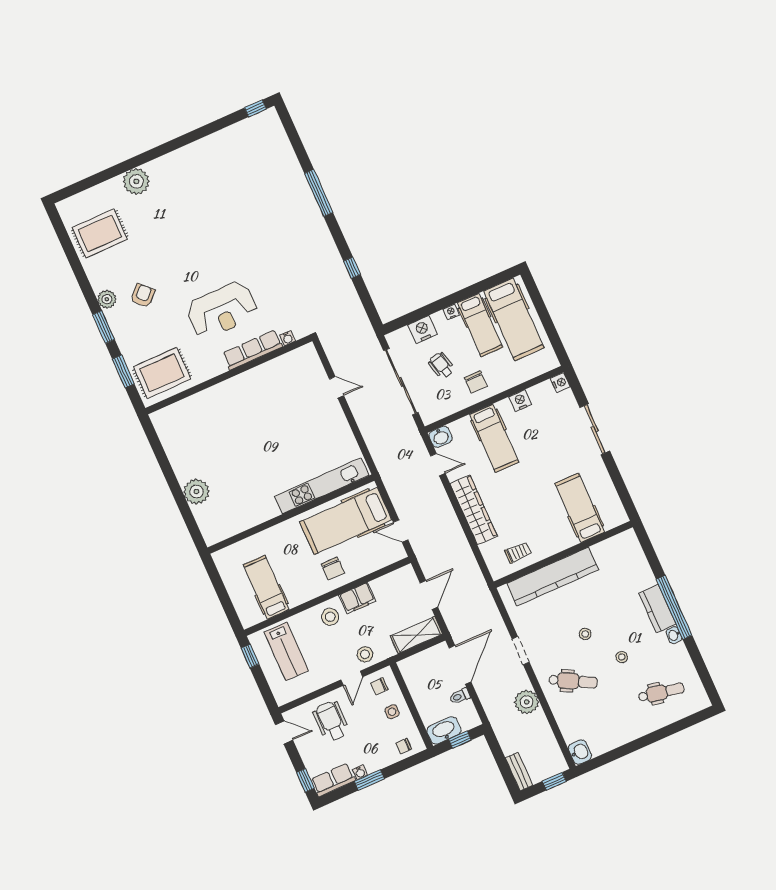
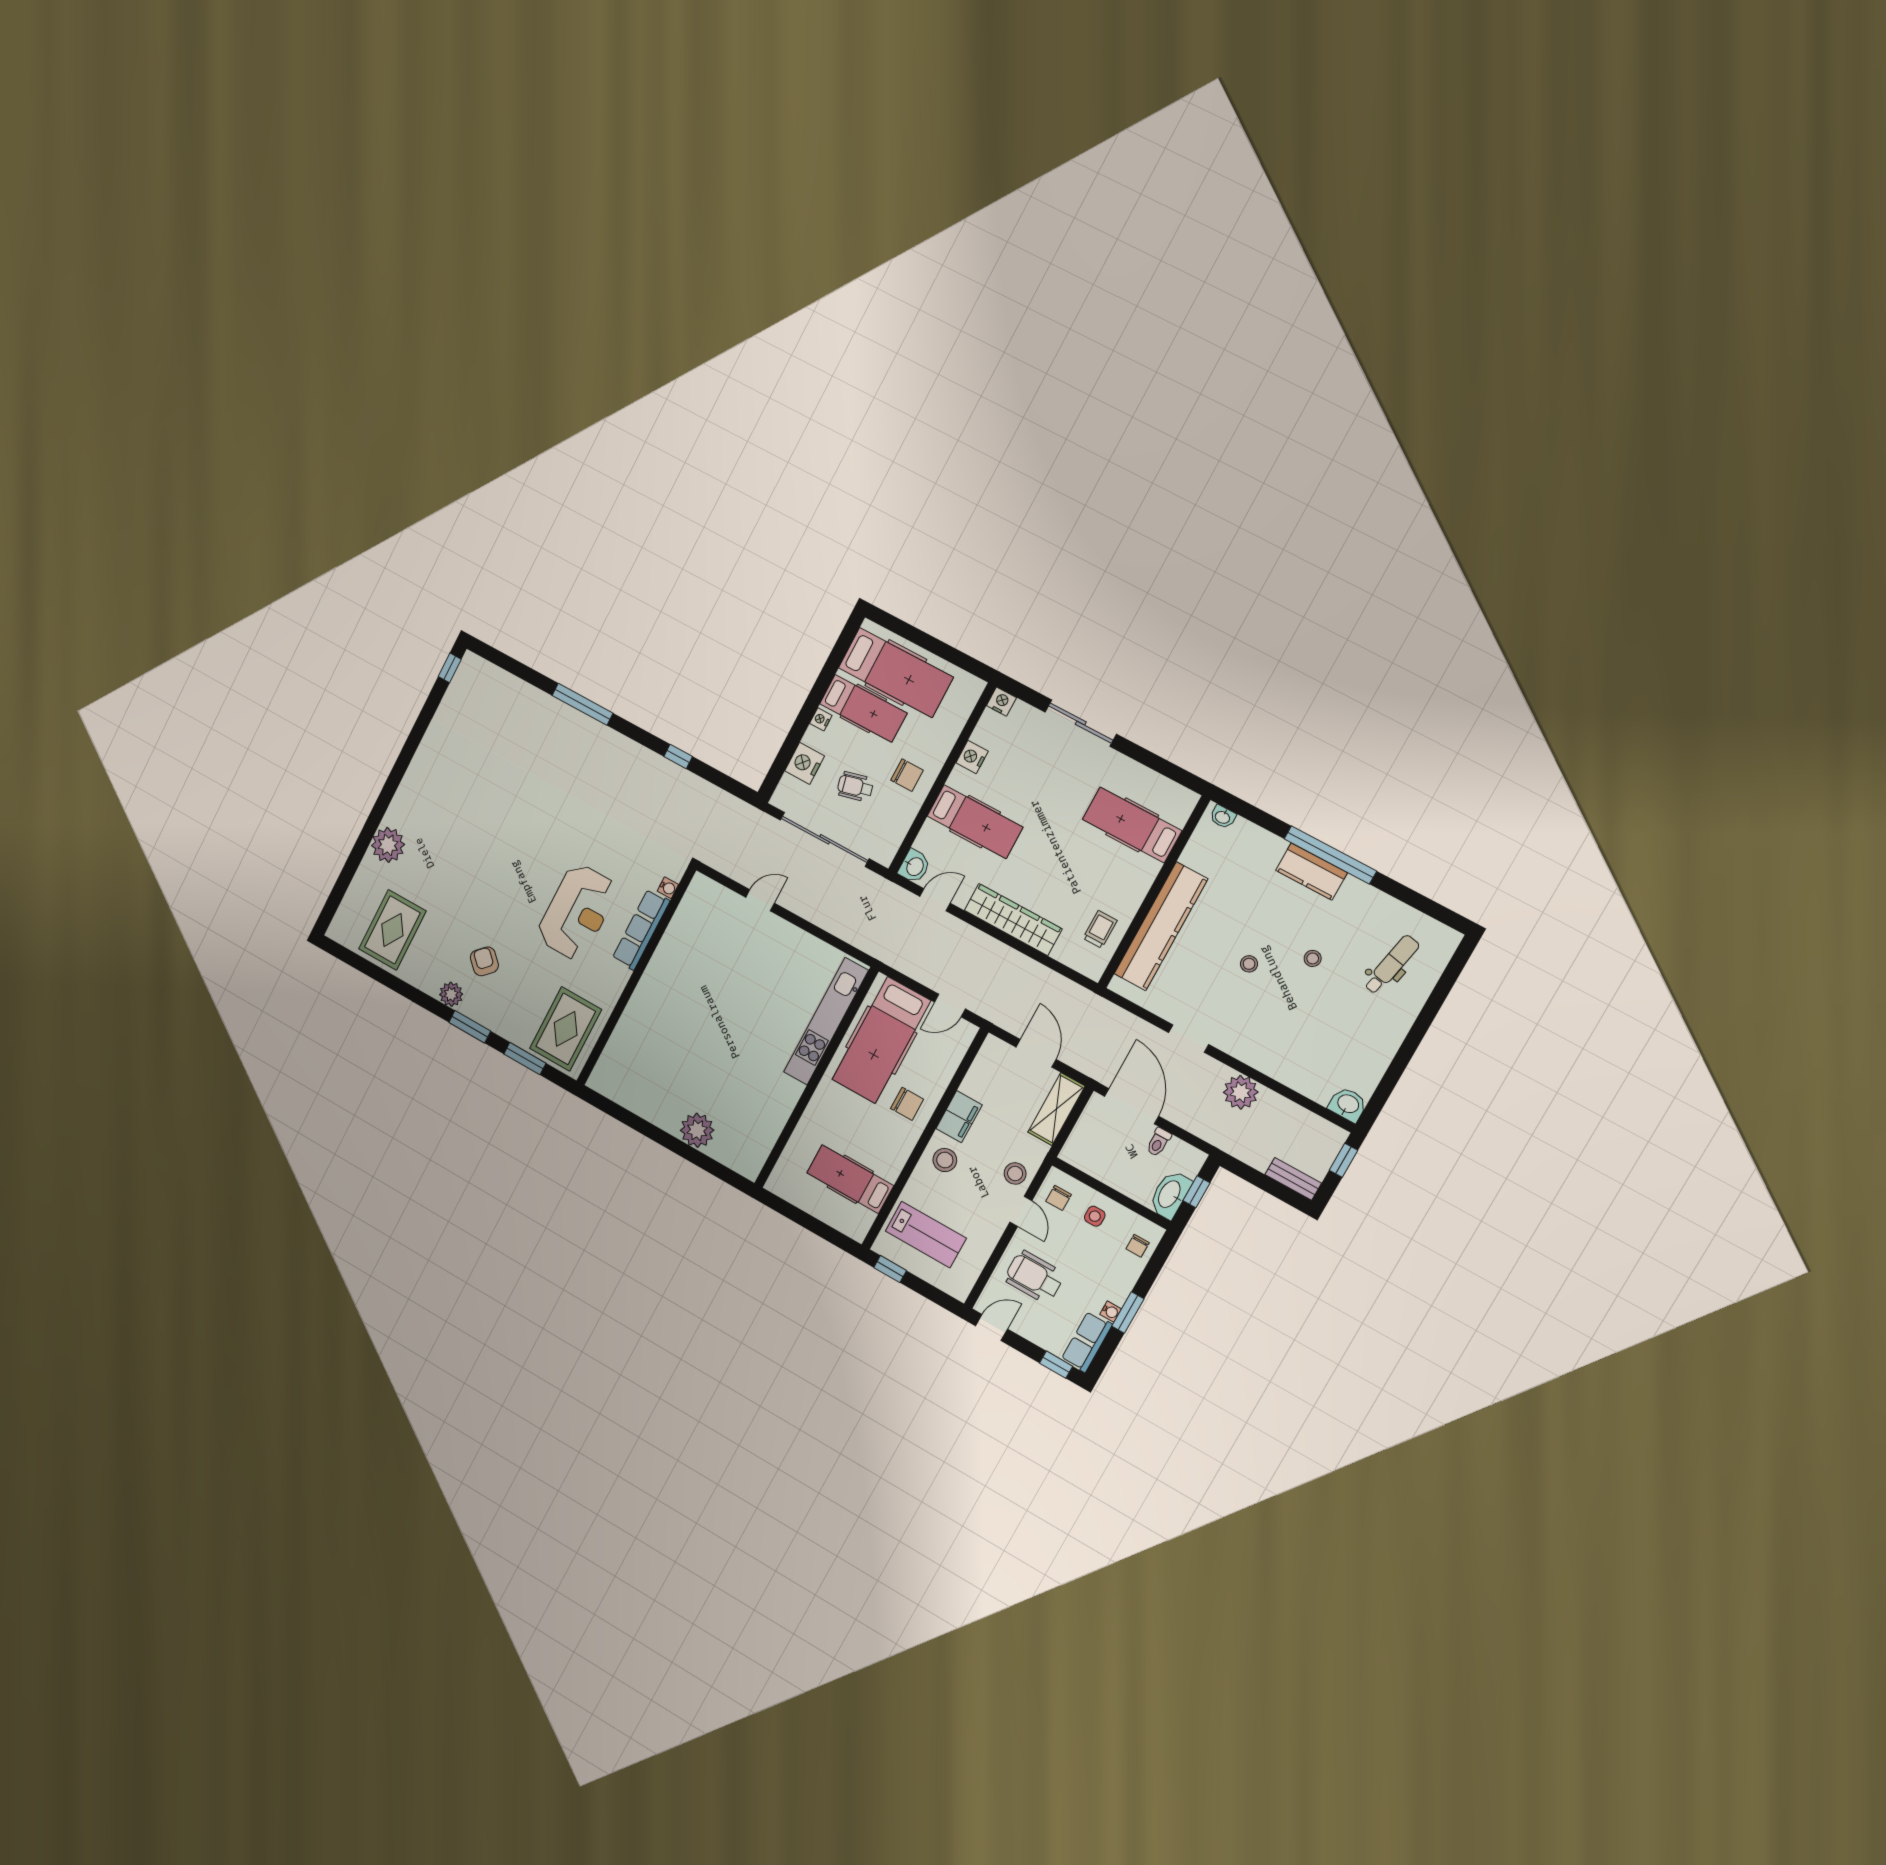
washbasin: (674, 635) -> (1223, 817), moved
dental chair: (573, 681) -> (1277, 1028), removed

